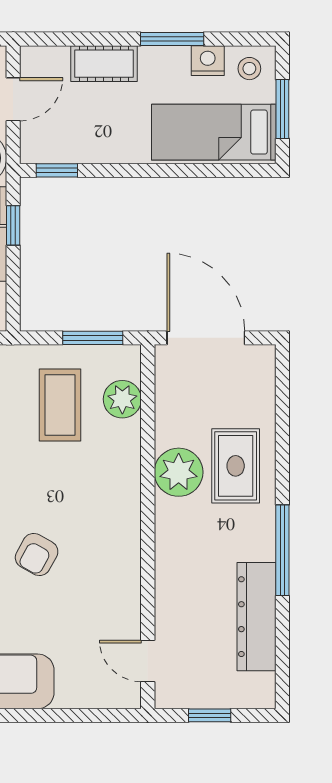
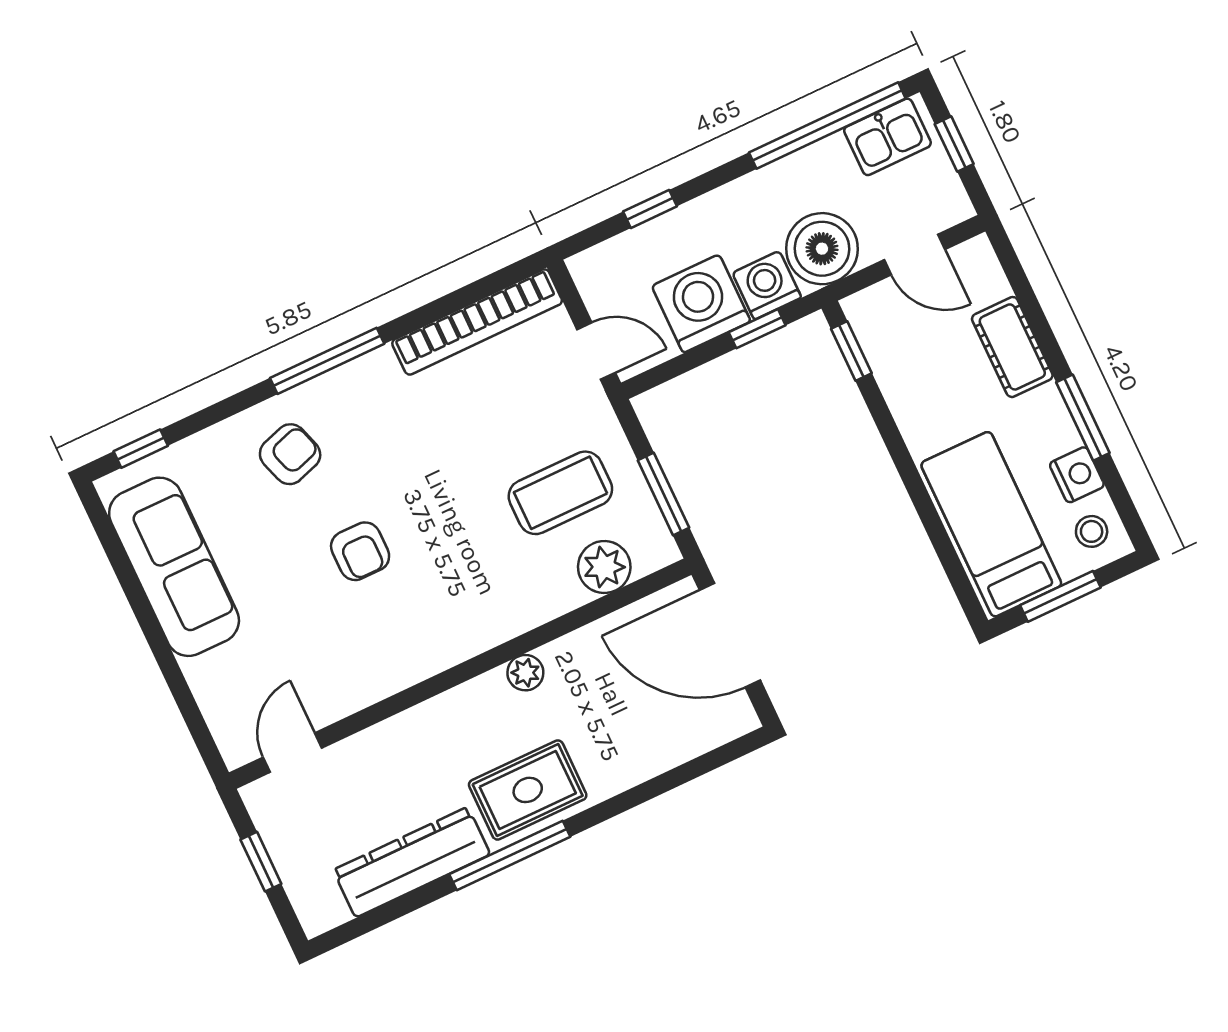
door: (206, 338) -> (730, 635), swing flipped
rug: (236, 466) -> (528, 790), moved
plant: (179, 472) -> (525, 673), width x0.53, depth x0.53
armchair: (37, 555) -> (360, 551), turned -119

